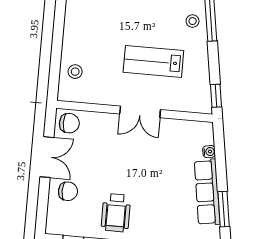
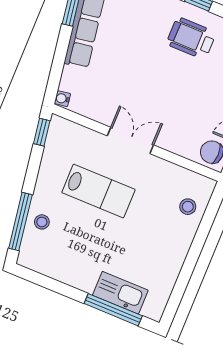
water cooler: (209, 152) -> (62, 99), moved
wheelchair: (116, 213) -> (191, 38), turned -90

